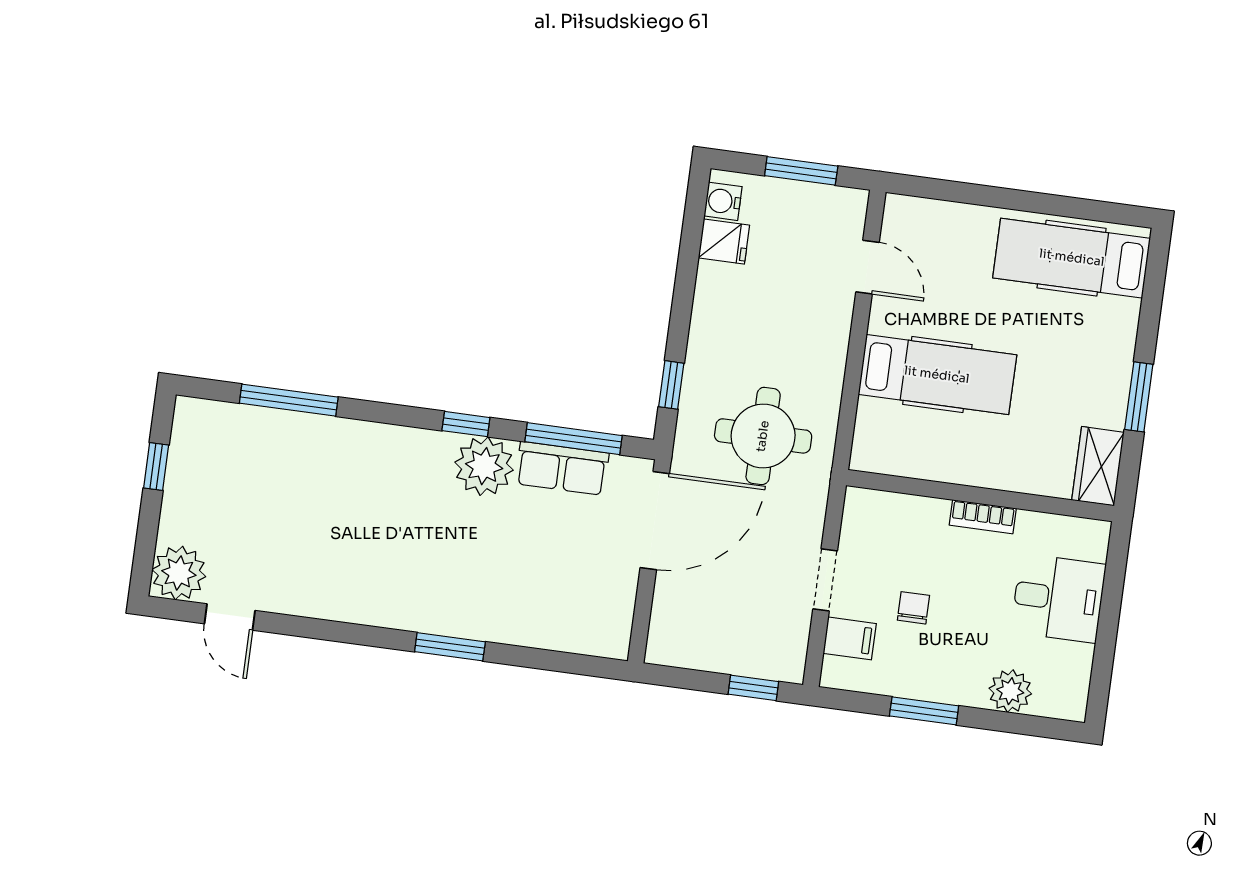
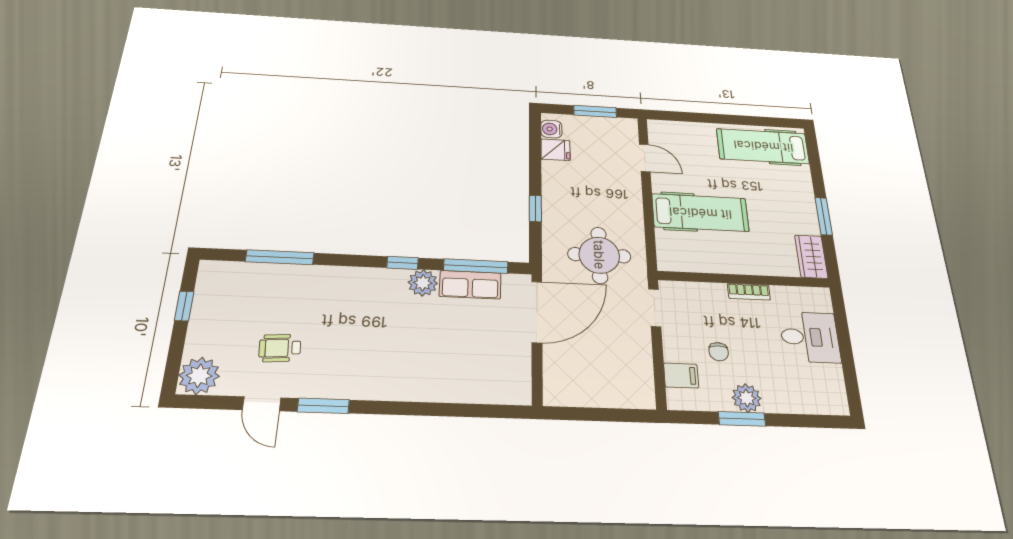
window: (671, 385) -> (535, 208), moved
plant: (484, 466) -> (423, 283), width x0.73, depth x0.73
wheelchair: (287, 543) -> (280, 348), added
doorway: (825, 580) -> (655, 308), moved
chair: (913, 608) -> (719, 352), turned 180
door: (230, 617) -> (262, 404), moved
window: (450, 647) -> (323, 406), moved
window: (753, 688) -> (622, 415), removed
plant: (1010, 691) -> (747, 398), moved

